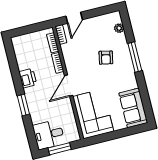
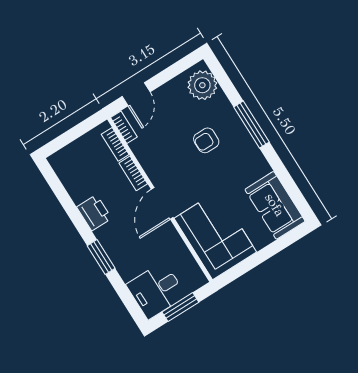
plant: (119, 28) -> (202, 85), width x1.88, depth x1.88
armchair: (106, 58) -> (206, 140), turned 78

